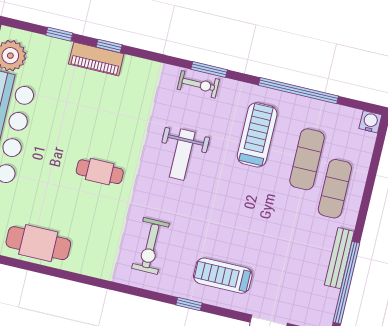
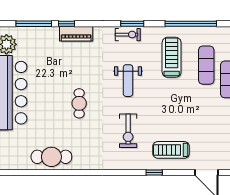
window: (59, 34) -> (34, 24), width x2.17
piano: (96, 59) -> (76, 34), moved
cafe table: (100, 172) -> (79, 103), turned 90
exercise bike: (150, 246) -> (128, 131), moved

